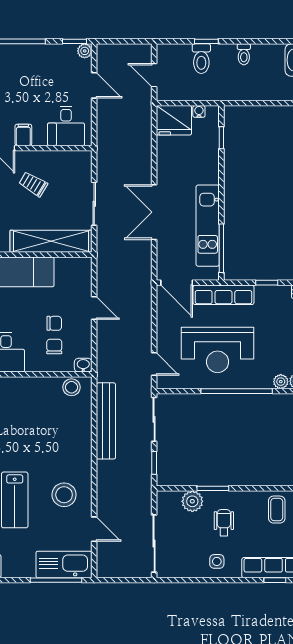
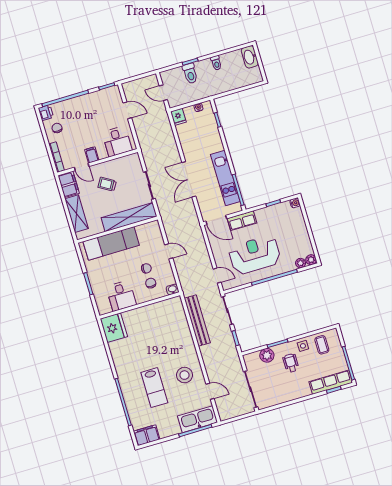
plant: (85, 51) -> (115, 90), removed
fridge: (174, 120) -> (178, 117), width x0.53, depth x0.75
row of seats: (223, 295) -> (242, 221), width x0.68
reception desk: (218, 350) -> (255, 255), turned 180
stool: (71, 387) -> (169, 306), removed
side table: (217, 561) -> (303, 346), moved

